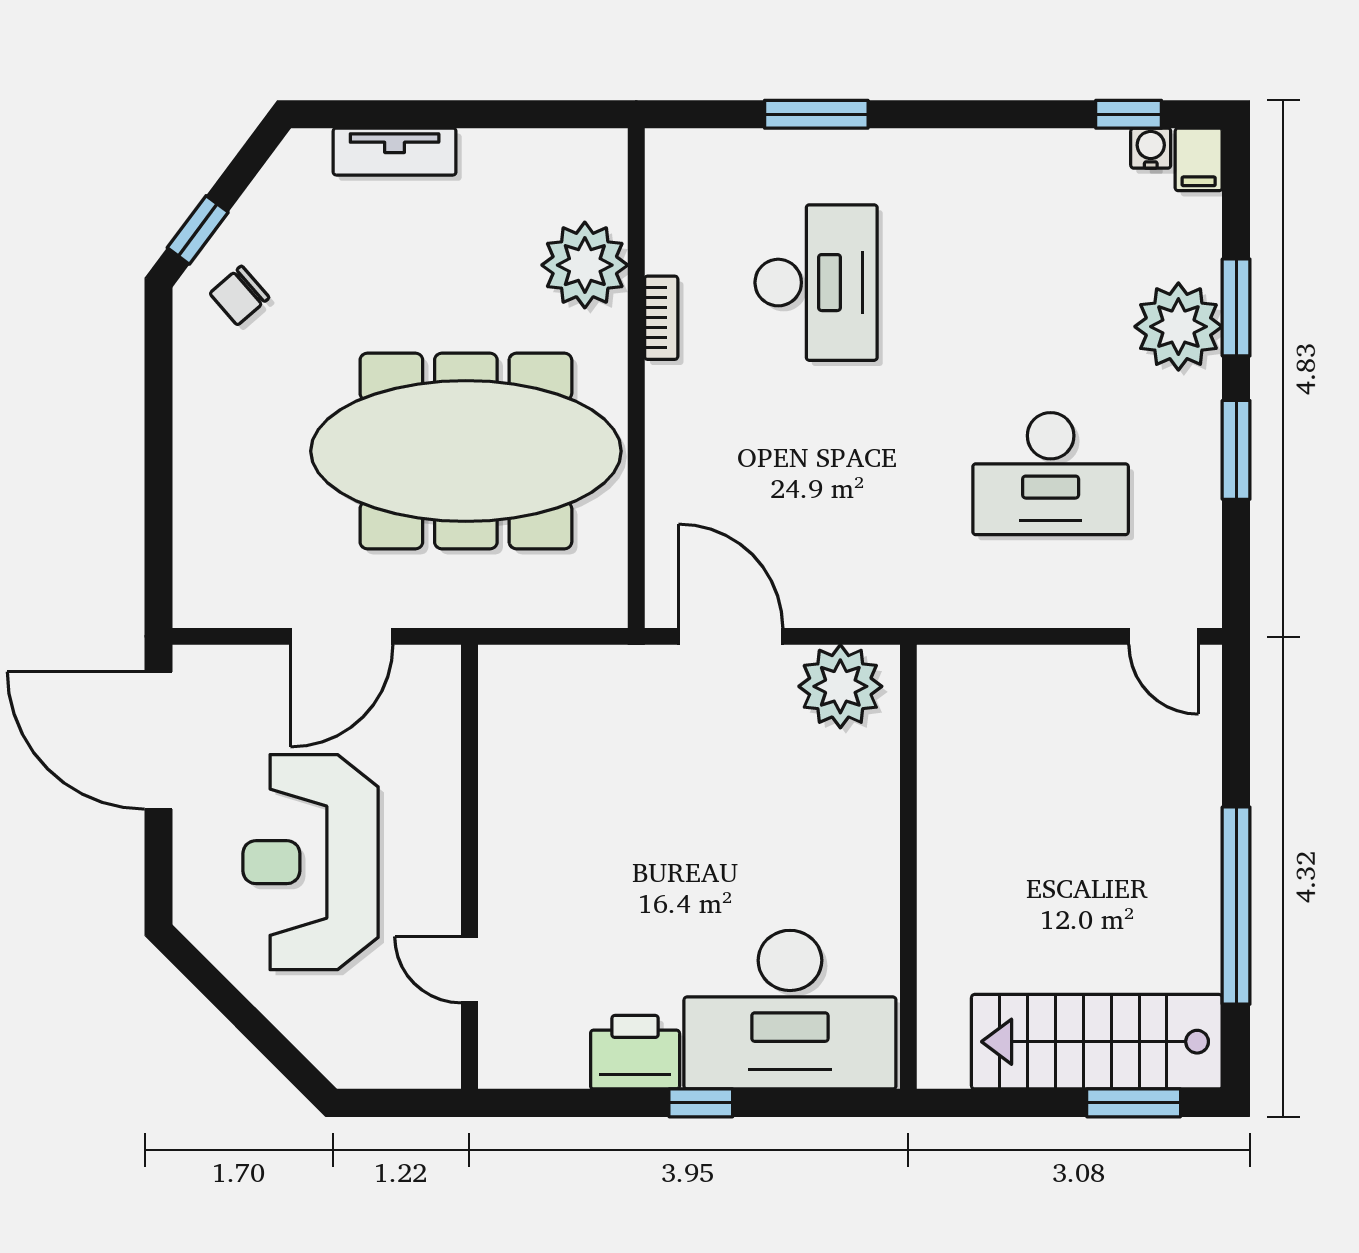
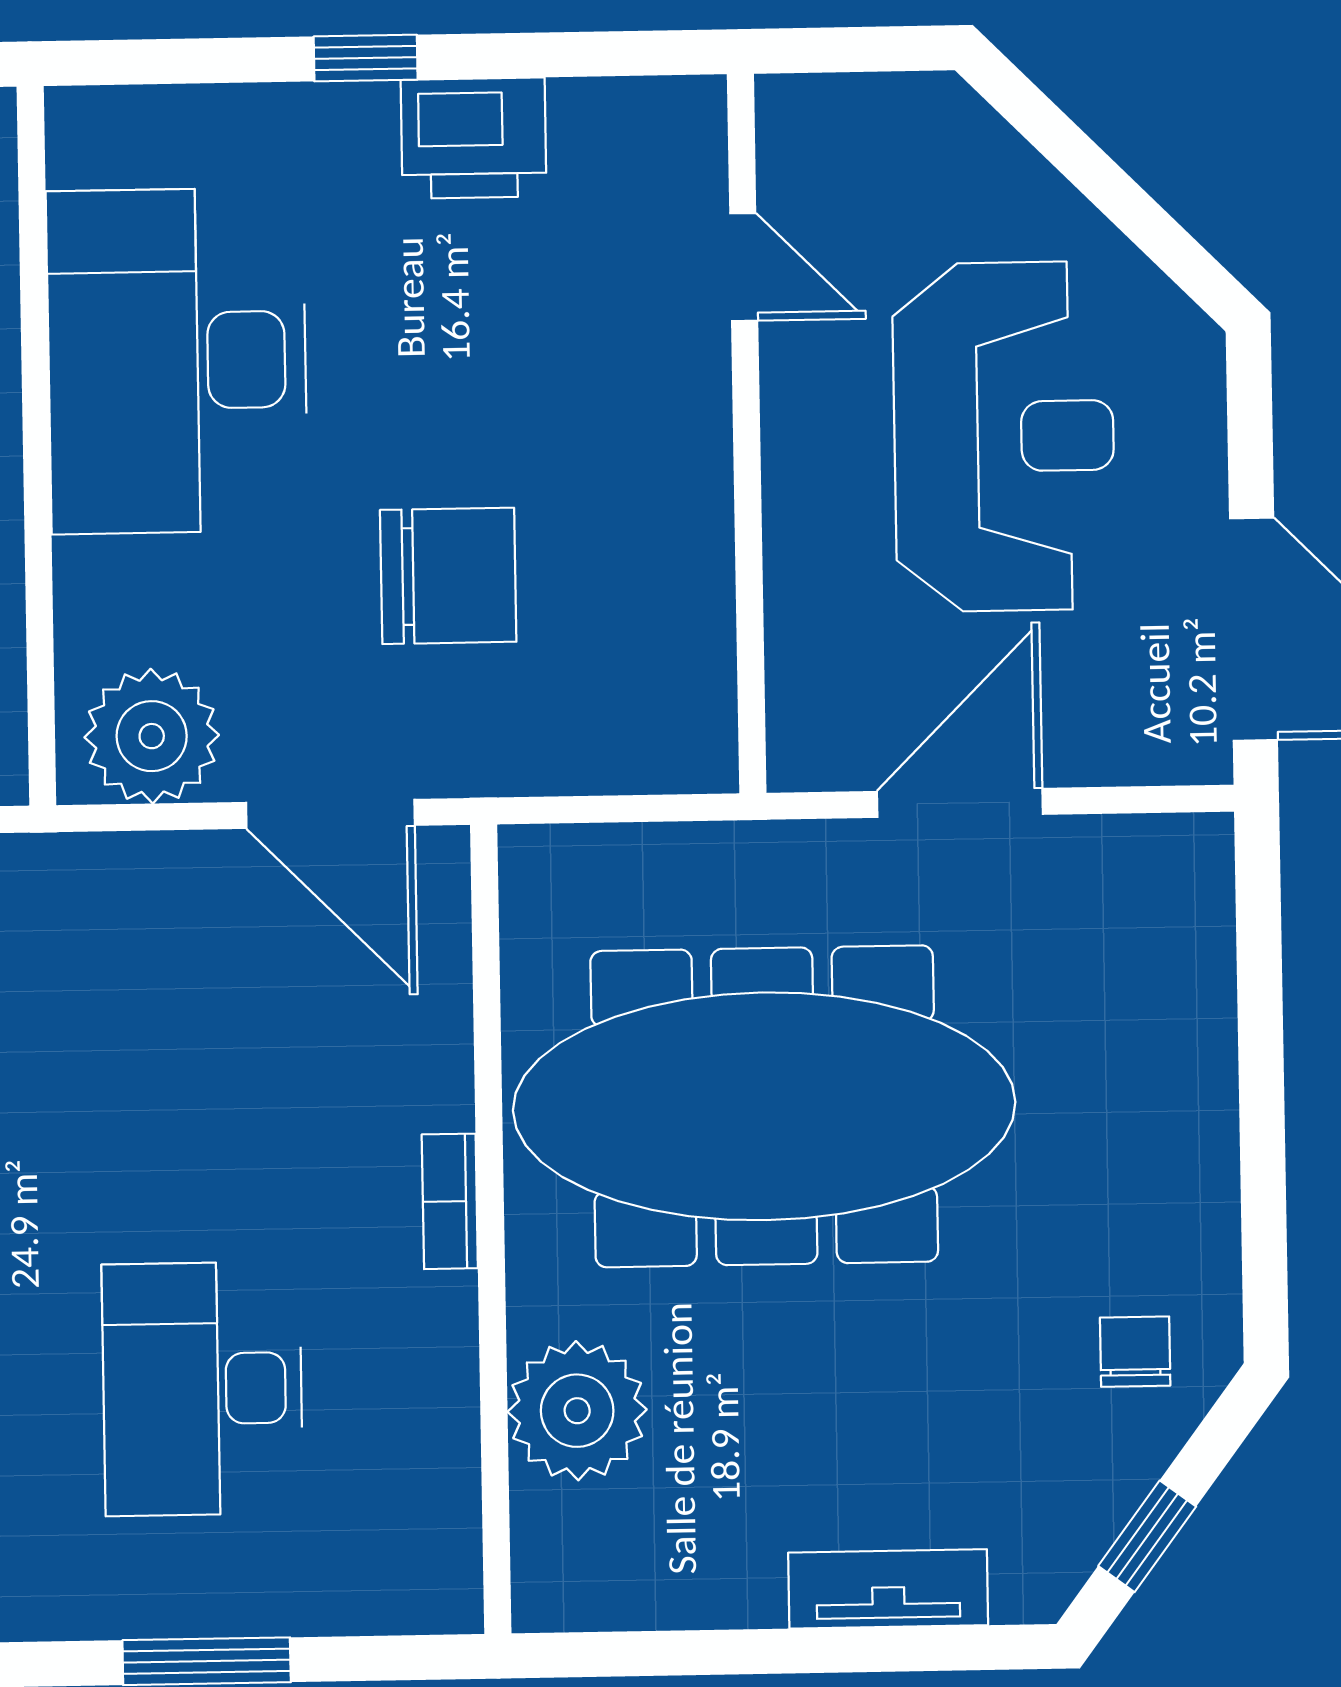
window: (198, 230) -> (1147, 1536), moved
chair: (239, 295) -> (1135, 1352), turned -49
bookcase: (661, 318) -> (450, 1201), moved
chair: (655, 782) -> (448, 576), added
desk: (790, 1010) -> (177, 361), moved, turned -90

